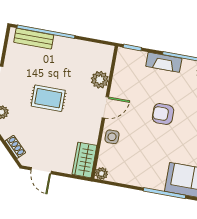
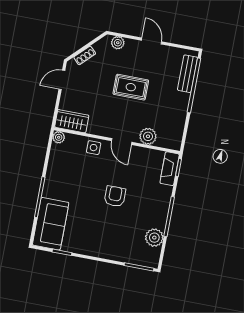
fireplace: (164, 62) -> (170, 169), moved
rug: (48, 98) -> (131, 87), turned 90

